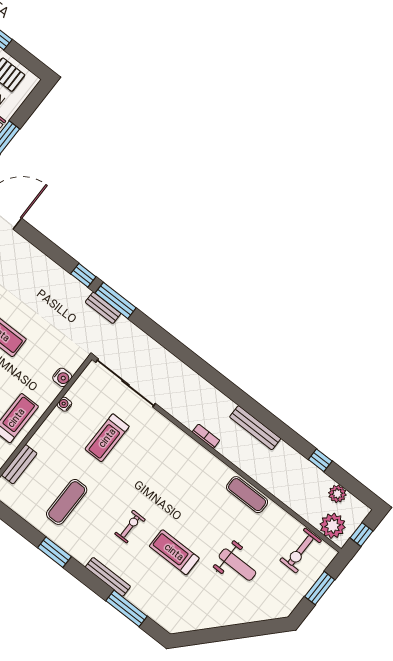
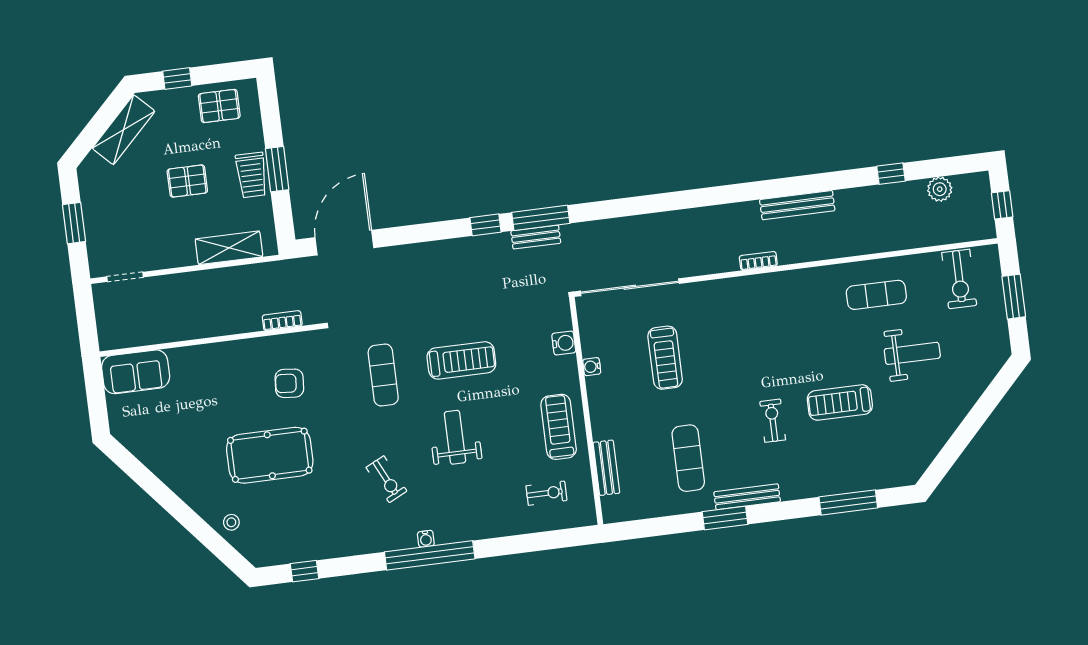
exercise mat: (247, 495) -> (876, 295), moved
plant: (333, 526) -> (966, 224), removed
bench: (108, 577) -> (747, 497), moved

